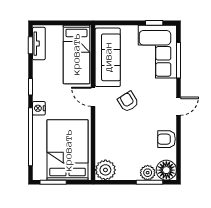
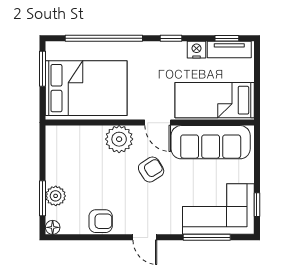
door: (93, 97) -> (158, 123), swing flipped
nightstand: (39, 108) -> (197, 50), moved
armchair: (166, 139) -> (101, 221), turned 90
plant: (105, 170) -> (119, 139), moved
floor lamp: (166, 170) -> (53, 227), width x0.53, depth x0.53

